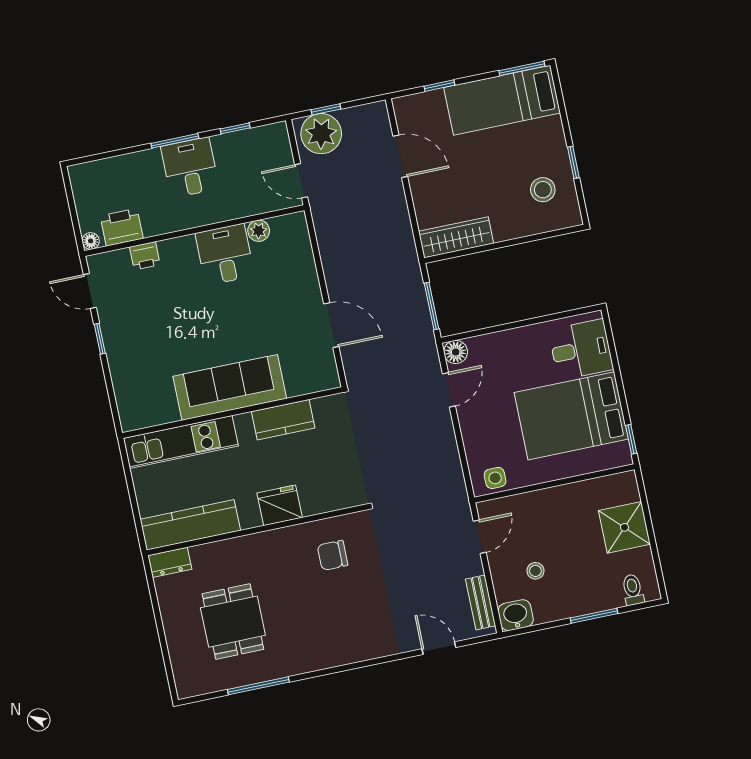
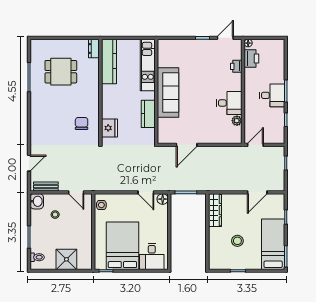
plant: (321, 134) -> (275, 158), removed
stool: (543, 190) -> (237, 241), moved
fridge: (280, 505) -> (109, 128), moved

